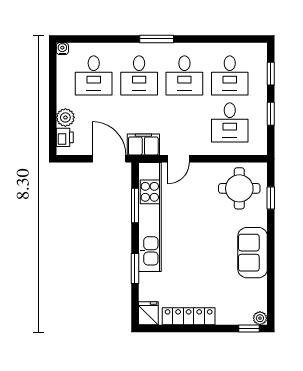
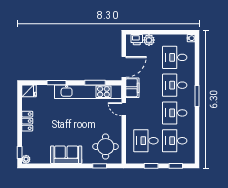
locker: (189, 316) -> (27, 121), width x0.66

